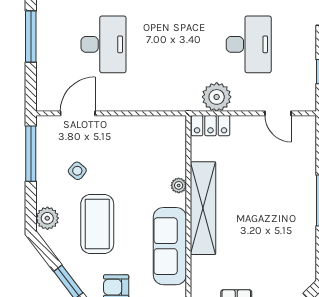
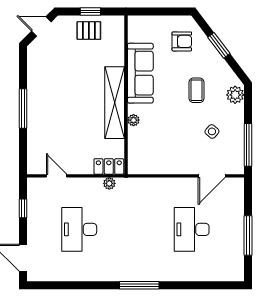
plant: (217, 97) -> (109, 183), width x0.53, depth x0.53
coffee table: (97, 224) -> (197, 90), width x0.54, depth x0.58

